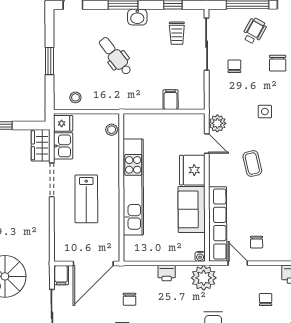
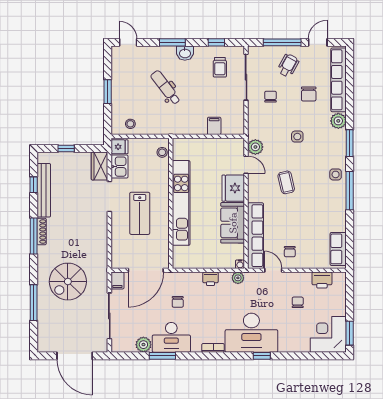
plant: (204, 278) -> (238, 278), width x0.53, depth x0.53

